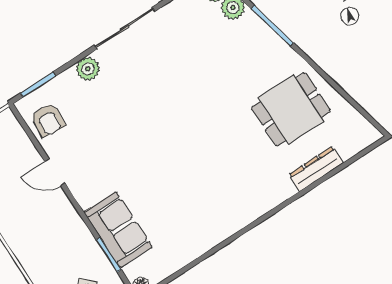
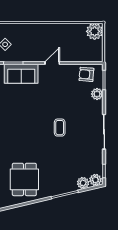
plant: (88, 69) -> (97, 94), moved
coffee table: (166, 107) -> (60, 128), added
door: (55, 172) -> (52, 63), moved

